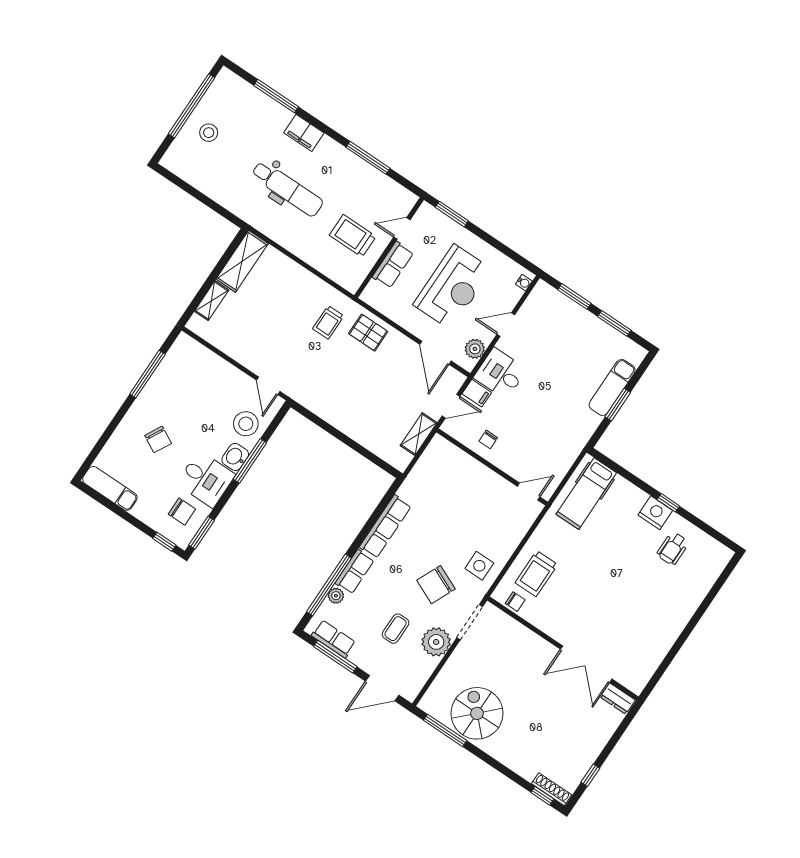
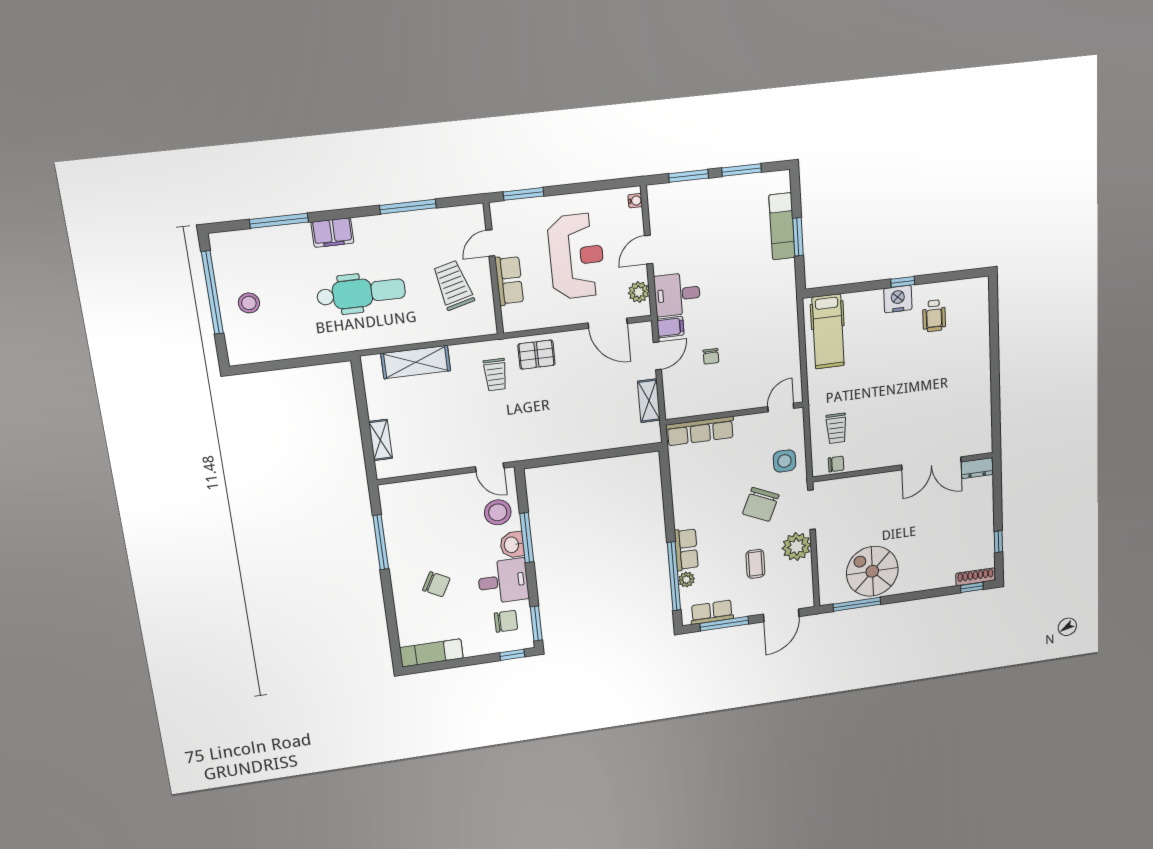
trolley: (353, 236) -> (453, 285), turned 75
shelving: (242, 261) -> (416, 362), moved, turned 90
wall: (492, 467) -> (735, 413), moved
door: (529, 492) -> (781, 407), moved
row of seats: (385, 527) -> (700, 431), moved, turned 90
trolley: (536, 574) -> (836, 428), width x0.73, depth x0.72

